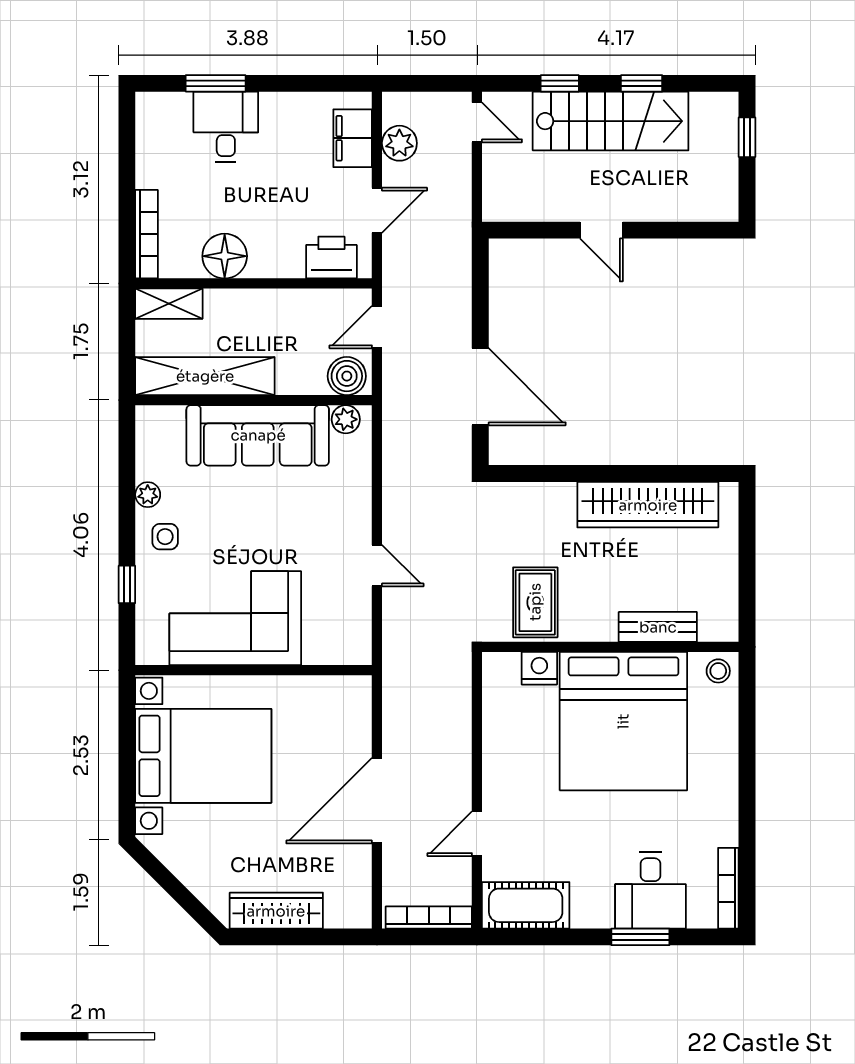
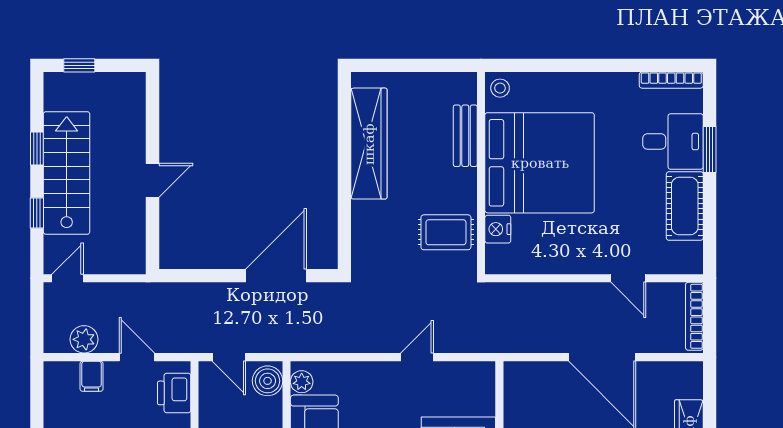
filing cabinet: (353, 138) -> (92, 376), width x0.50
cot: (526, 905) -> (685, 206), moved

